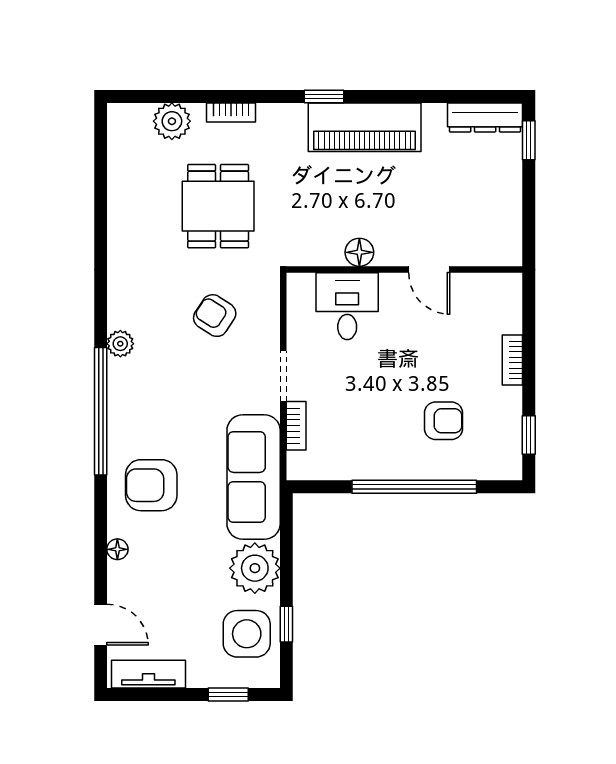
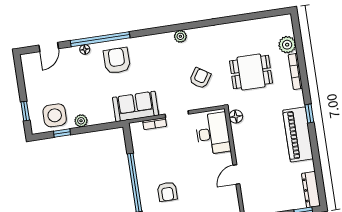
bookcase: (231, 112) -> (295, 71), width x1.56
floor lamp: (359, 252) -> (236, 116), moved
desk: (347, 306) -> (213, 134), width x1.37
window: (101, 411) -> (100, 39), moved
sofa: (254, 477) -> (136, 106), width x0.73
plant: (255, 568) -> (81, 121), width x0.53, depth x0.53
tv unit: (148, 674) -> (29, 73), removed

